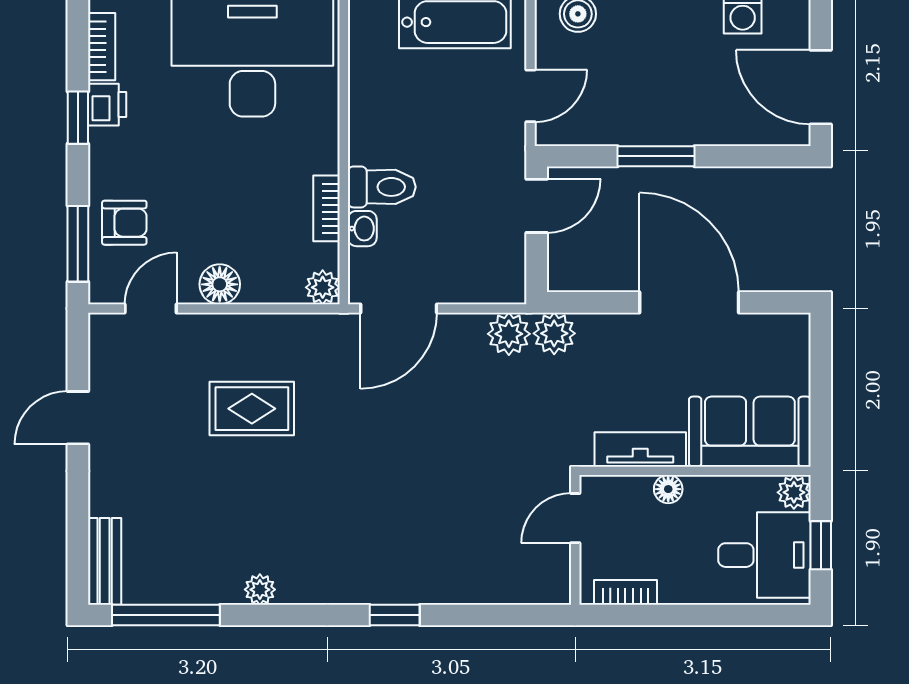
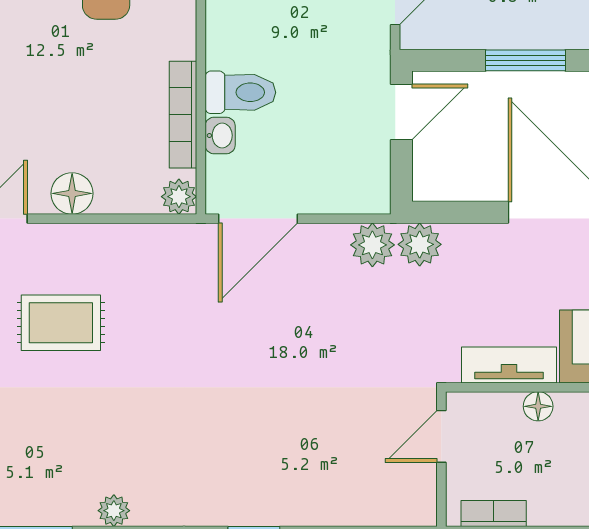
bookcase: (327, 208) -> (183, 115), width x1.56
rug: (252, 409) -> (61, 323), moved

